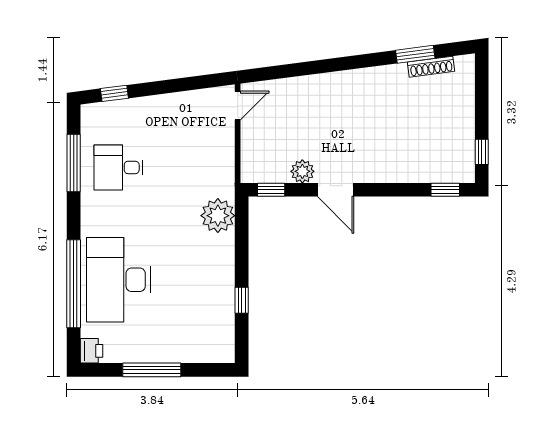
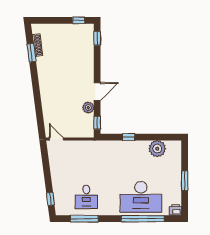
plant: (218, 216) -> (157, 149), moved
window: (242, 300) -> (129, 137), moved
window: (152, 370) -> (185, 181), width x0.69

